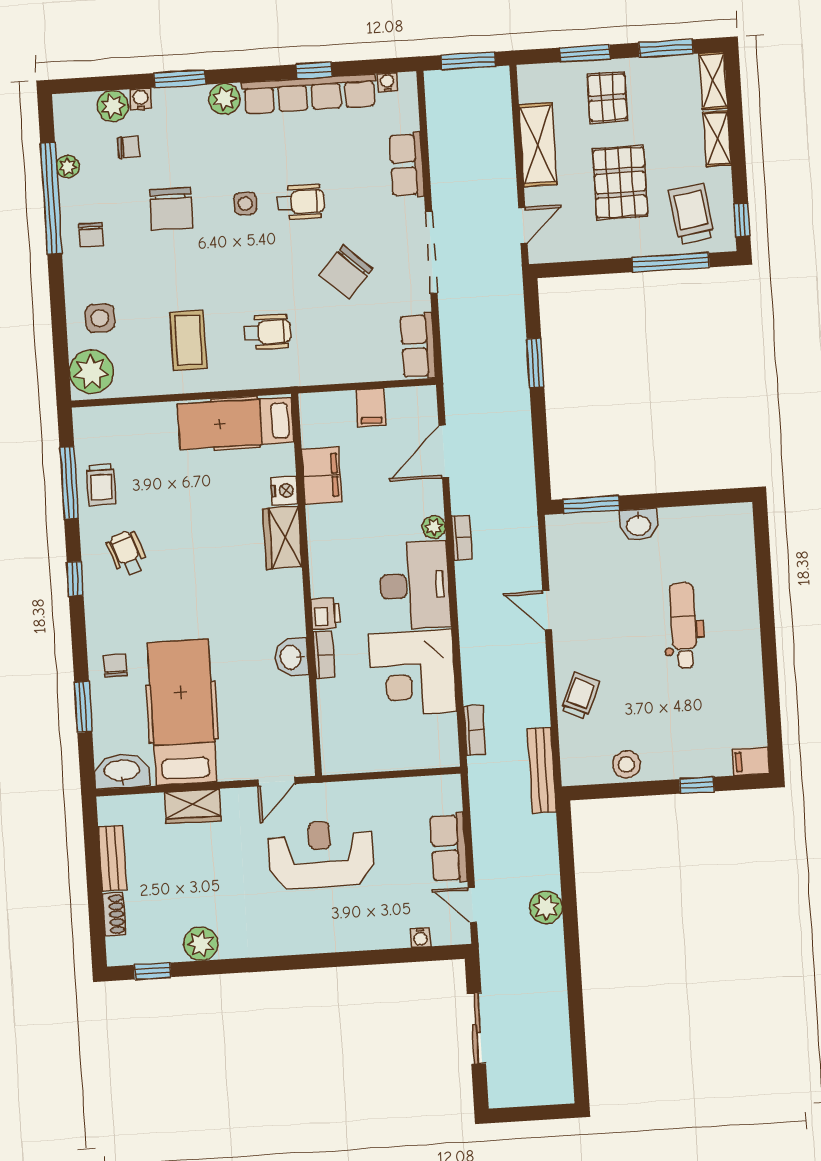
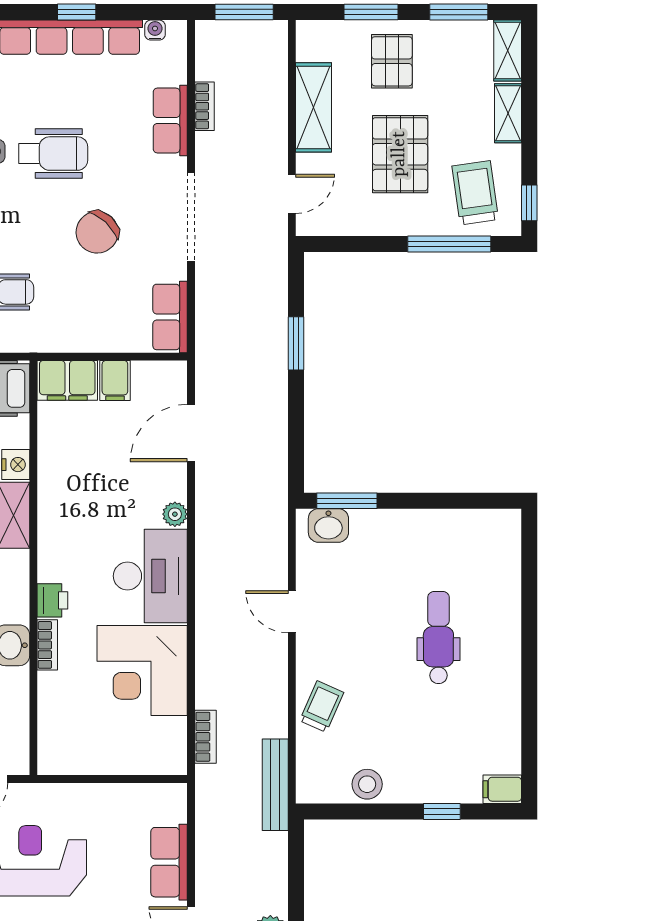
wheelchair: (301, 202) -> (53, 154), width x1.36, depth x1.37
filing cabinet: (322, 476) -> (67, 380), moved, turned 90
washbasin: (638, 525) -> (328, 525), moved
bookcase: (462, 538) -> (204, 106), moved

